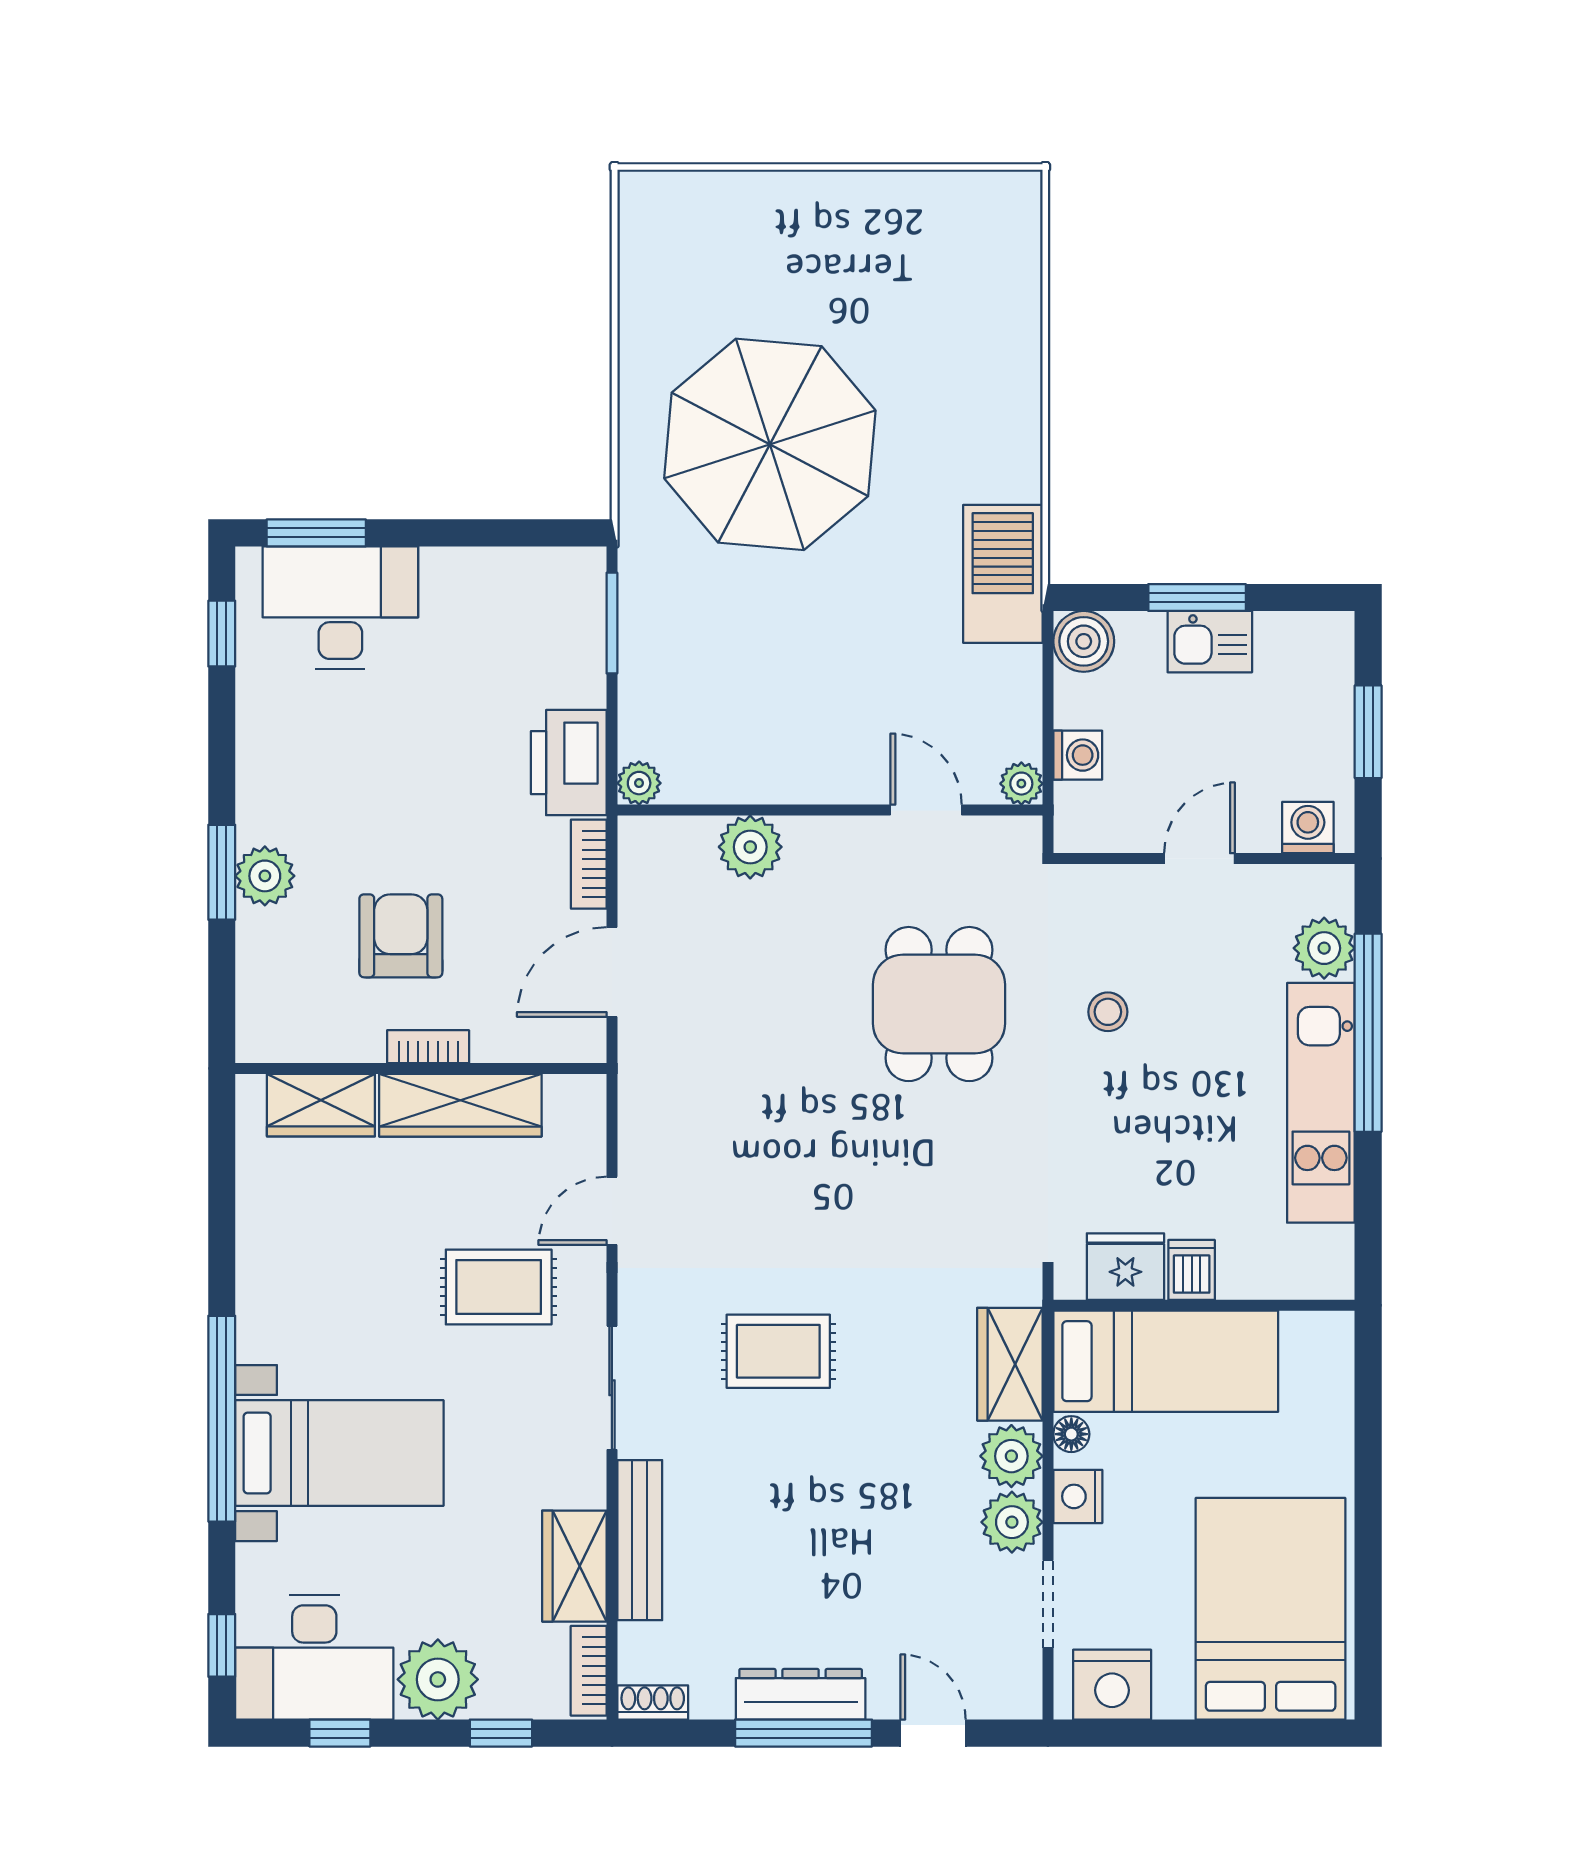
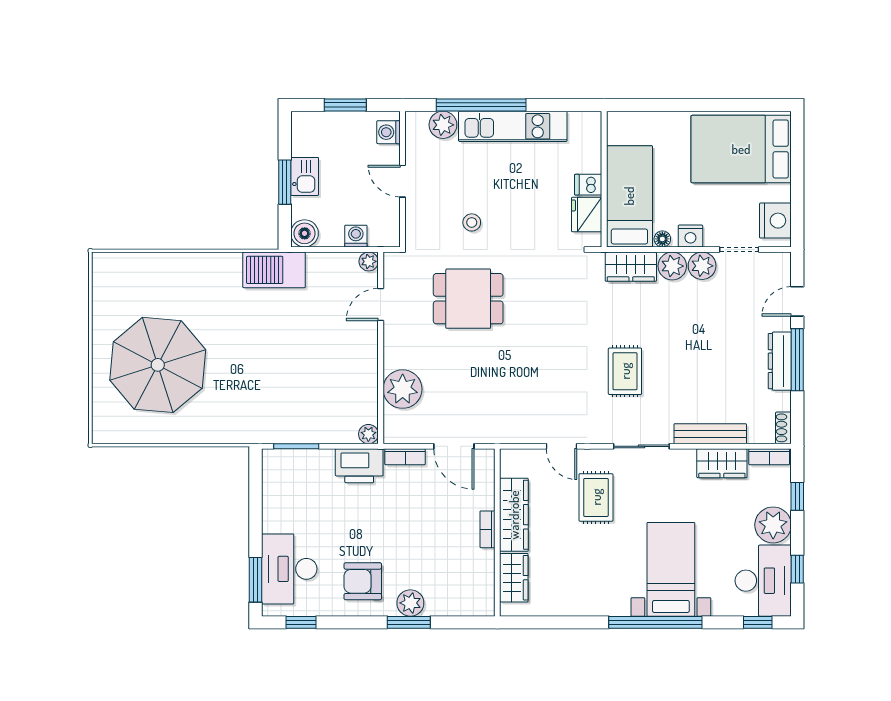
parasol: (770, 444) -> (158, 365), moved
plant: (750, 847) -> (403, 389), width x1.36, depth x1.36
armchair: (401, 936) -> (363, 581), moved

